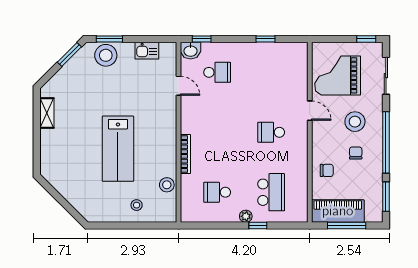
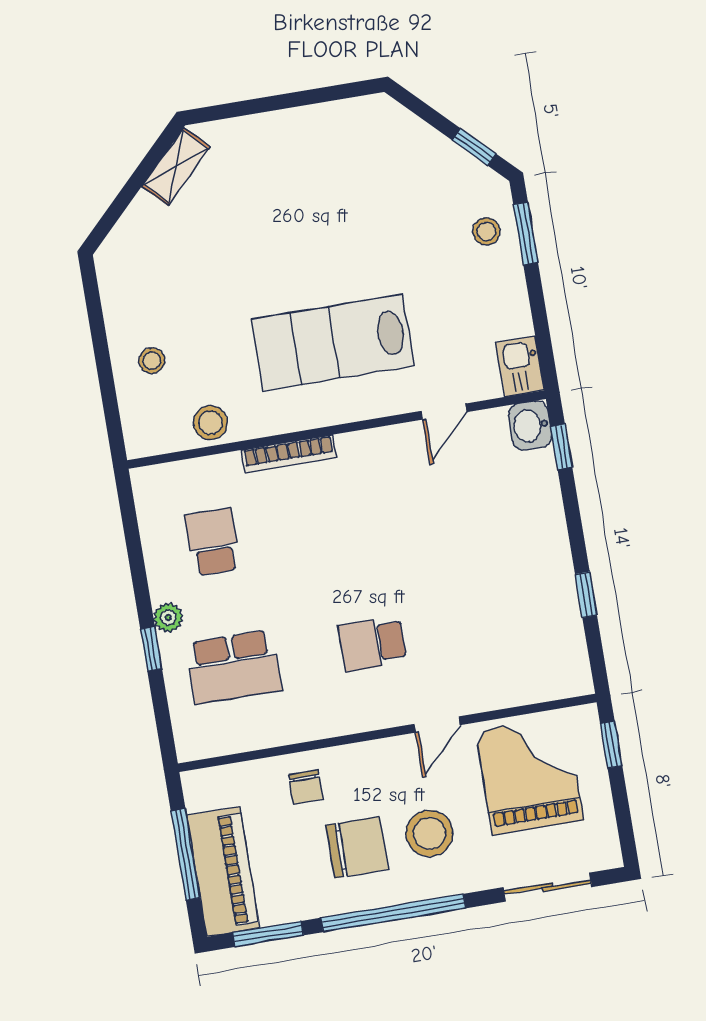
window: (366, 39) -> (611, 745), moved
kitchen sink: (147, 51) -> (520, 366), moved
window: (69, 54) -> (474, 147), width x0.67
stool: (106, 55) -> (486, 231), width x0.53, depth x0.53
school desk: (217, 72) -> (490, 496), removed
shelving: (47, 113) -> (176, 166), moved, turned -45
school desk: (271, 132) -> (372, 644), turned -90
lab bench: (118, 149) -> (333, 343), moved
chair: (356, 153) -> (357, 847), width x1.87, depth x1.87
piano: (338, 211) -> (223, 872), moved

